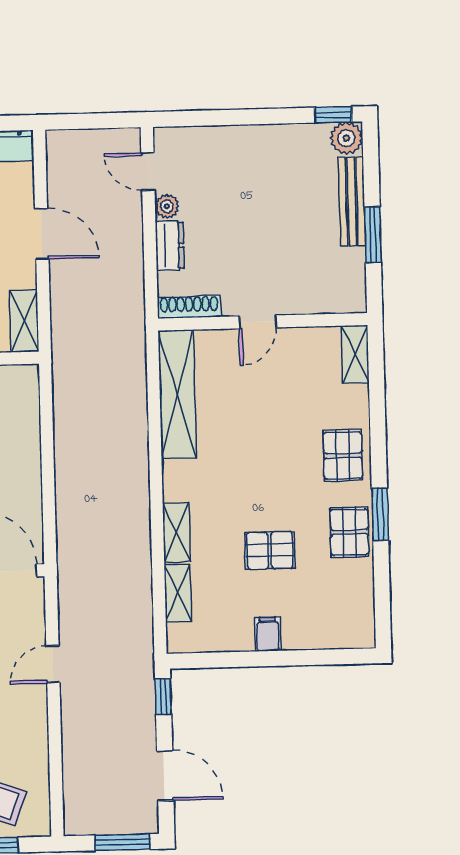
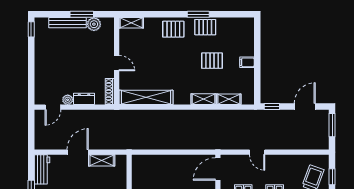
plant: (346, 138) -> (94, 24), moved
shelving: (24, 321) -> (102, 160), moved
pallet: (270, 550) -> (212, 61), turned 90

